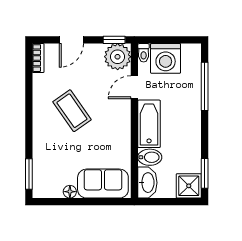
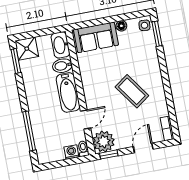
washing machine: (166, 58) -> (71, 152), width x0.53, depth x0.53
side table: (42, 187) -> (144, 25), added

